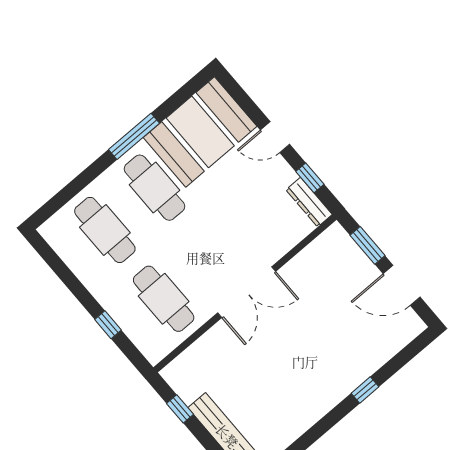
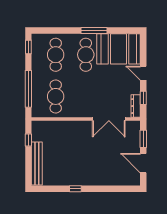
window: (49, 256) -> (28, 47), added
double door: (247, 292) -> (109, 119), moved
window: (108, 325) -> (28, 89), width x3.17
window: (365, 390) -> (75, 189), moved

